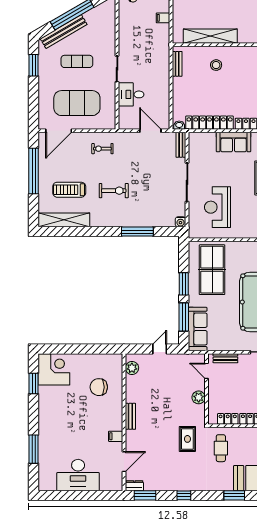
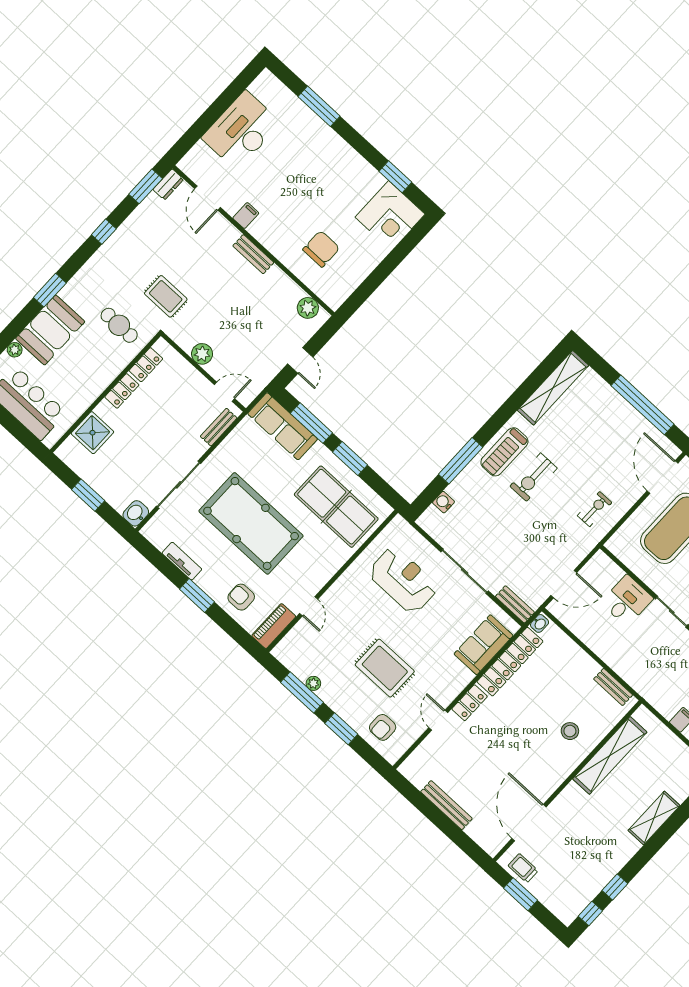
sofa: (234, 142) -> (484, 645), moved
treadmill: (69, 190) -> (504, 452), moved, turned 180
water cooler: (180, 222) -> (443, 502), moved

